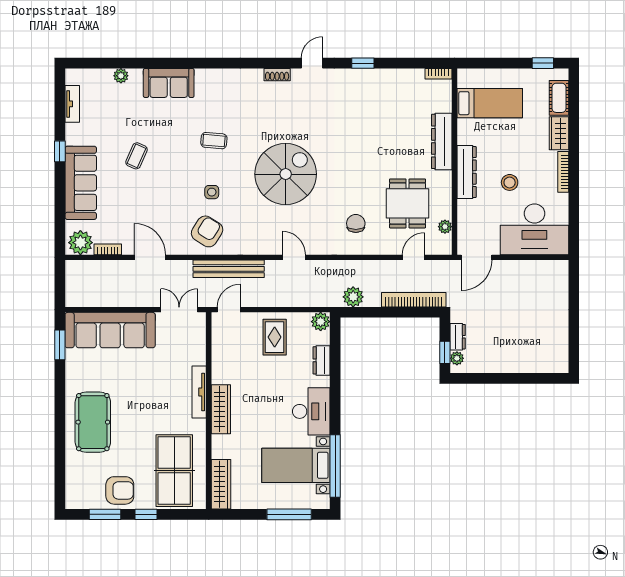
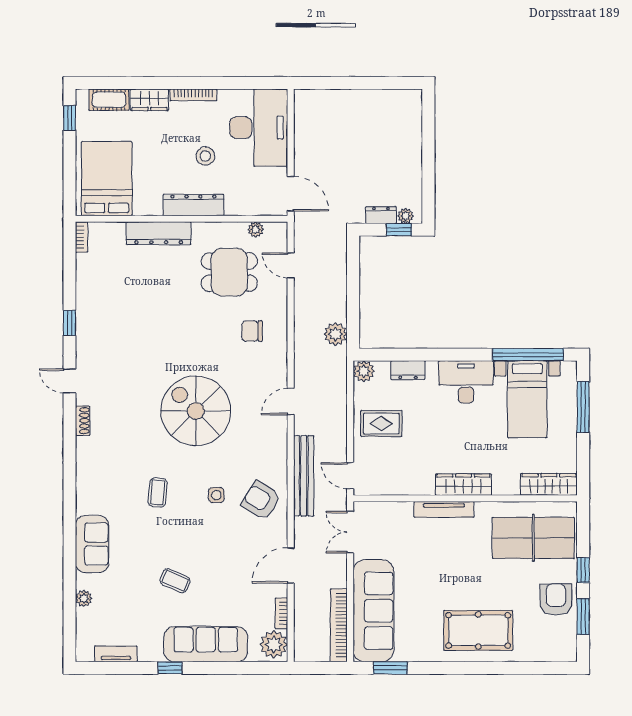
bed: (490, 103) -> (107, 179), width x1.50
bookcase: (414, 300) -> (339, 625), moved

